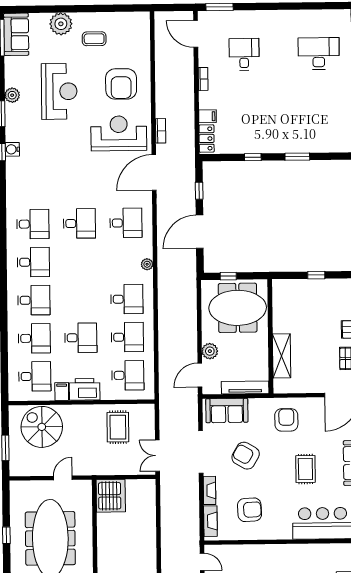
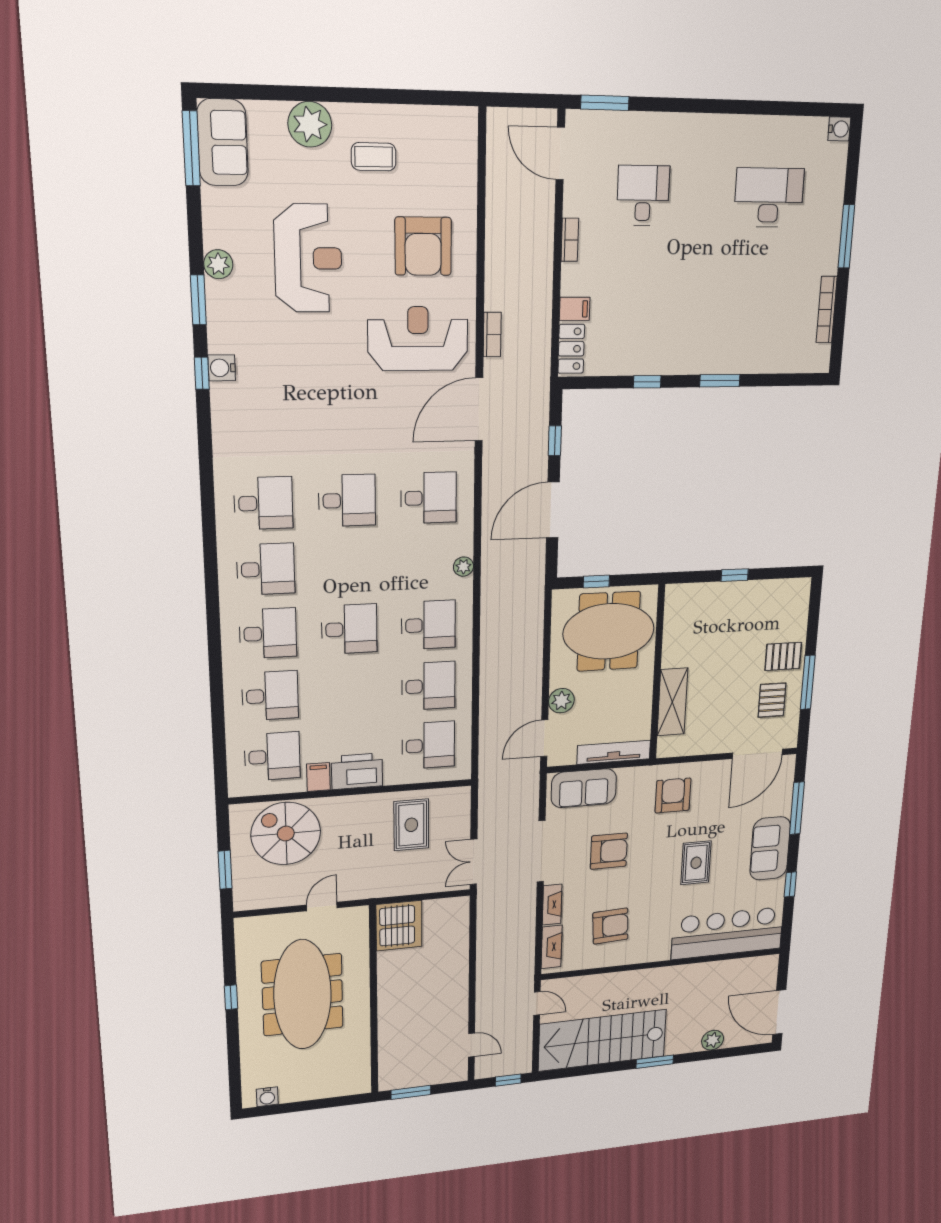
desk: (81, 338) -> (349, 629), moved
armchair: (246, 456) -> (609, 851), turned 150

